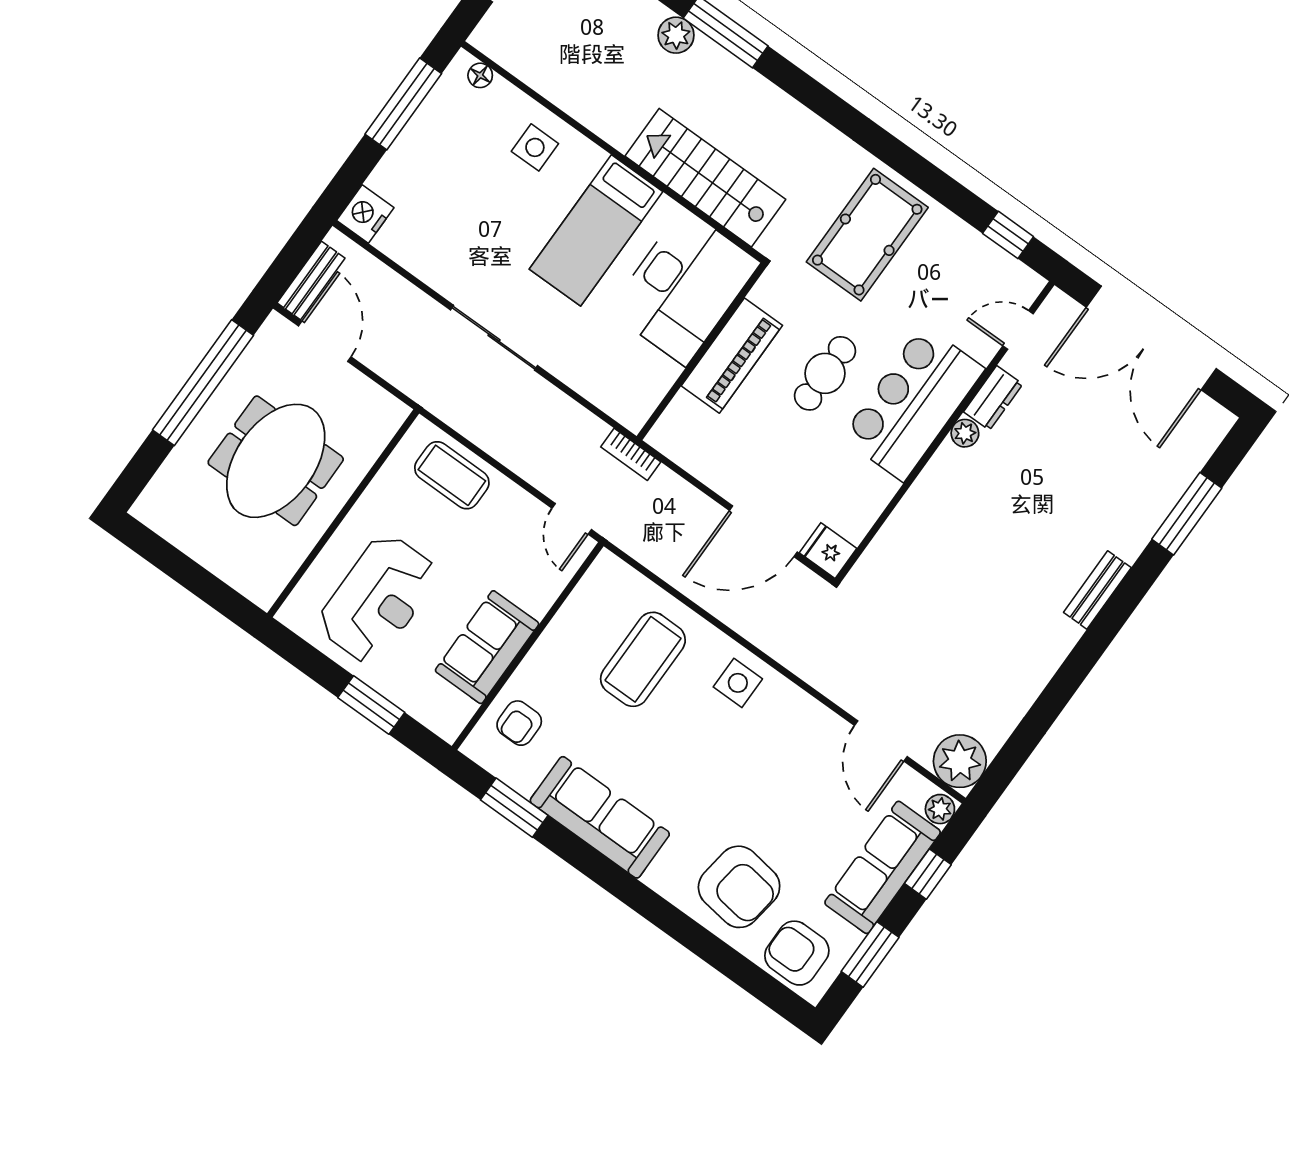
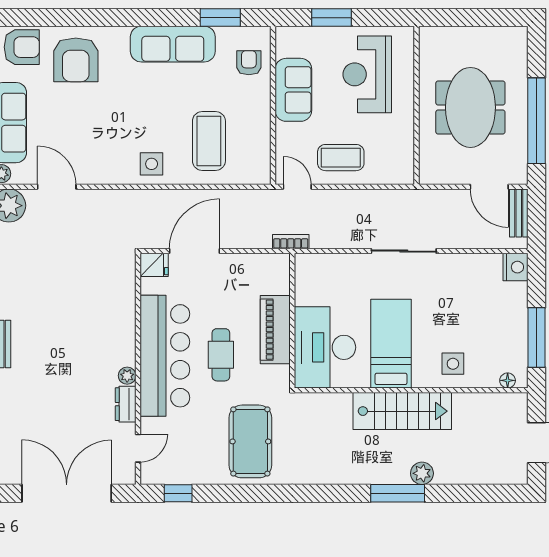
stairs: (705, 178) -> (402, 411), moved
bar counter: (913, 403) -> (165, 356), width x1.36
coffee table: (452, 475) -> (341, 158), moved
armchair: (739, 887) -> (76, 60), turned -98

